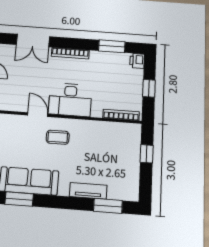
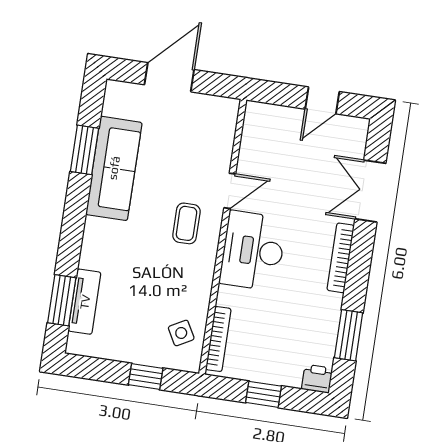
side table: (120, 136) -> (181, 333), added
tv unit: (88, 191) -> (85, 302), moved

